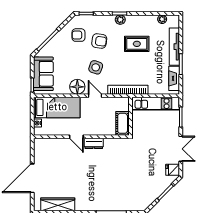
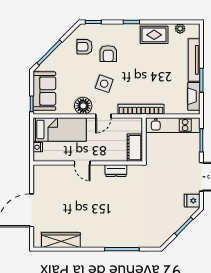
plant: (120, 20) -> (132, 29), removed
armchair: (99, 41) -> (108, 54), turned 82
rug: (137, 44) -> (154, 35), moved
door: (95, 96) -> (103, 116), swing flipped
dresser: (94, 143) -> (116, 171), moved

